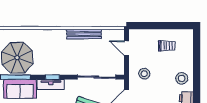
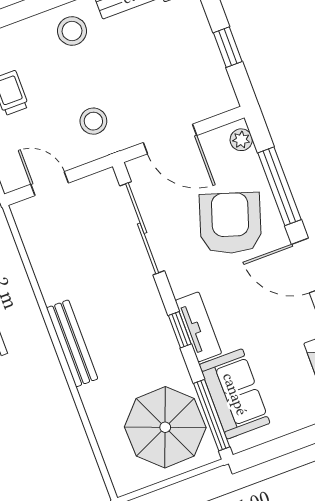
bench: (84, 34) -> (72, 343), moved
door: (127, 48) -> (50, 184), swing flipped

